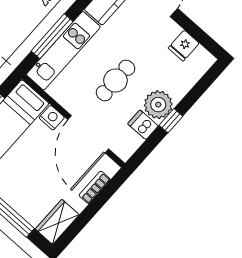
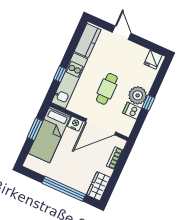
window: (52, 36) -> (60, 74), width x0.46
fridge: (184, 46) -> (153, 60), moved
door: (88, 134) -> (101, 127), hinge flipped

